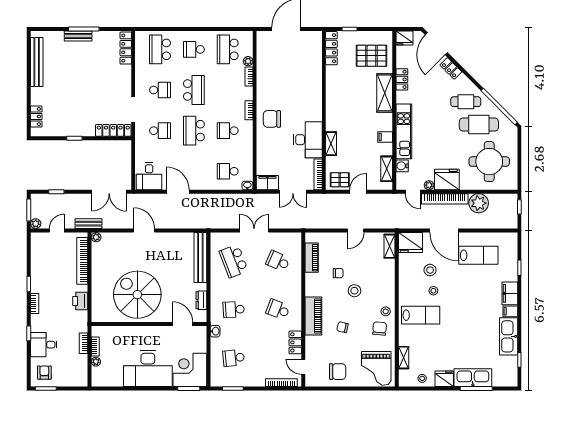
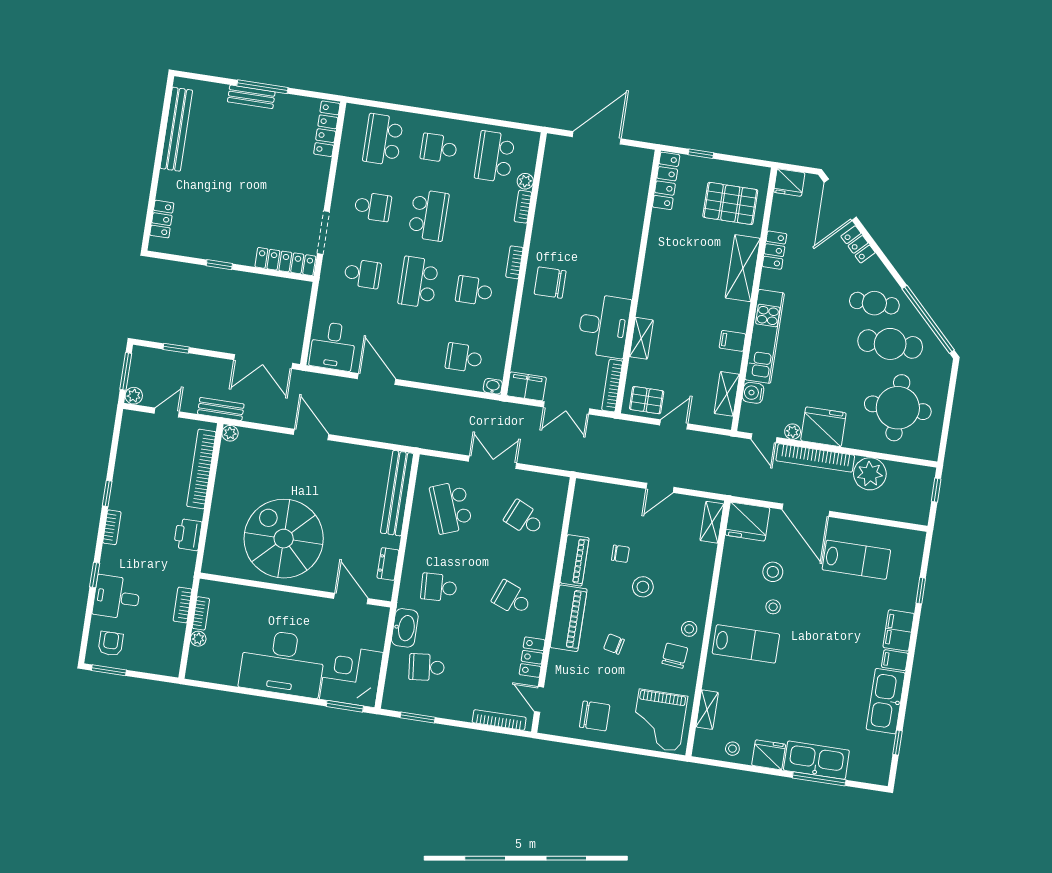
piano: (312, 258) -> (575, 560), moved
washbasin: (215, 331) -> (405, 628), width x1.91, depth x1.45

